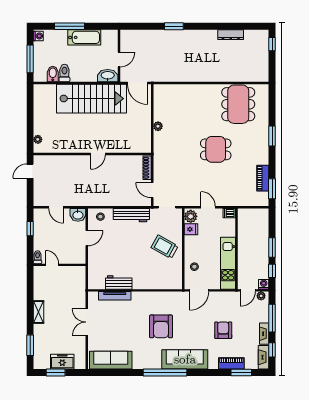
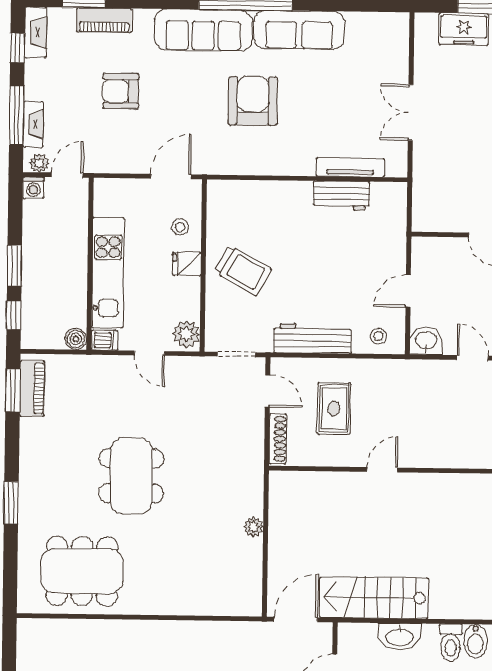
washbasin: (108, 76) -> (399, 636), moved
door: (137, 83) -> (296, 619), hinge flipped
stairs: (92, 99) -> (374, 598), width x0.73, depth x0.66
dining table: (238, 104) -> (82, 571), turned 90
dining table: (216, 149) -> (131, 476), width x1.38
piano: (263, 178) -> (32, 389), moved
rug: (121, 182) -> (334, 408), added
boiler: (243, 213) -> (76, 339), added
fridge: (191, 229) -> (187, 264), moved
kitchen unit: (228, 263) -> (108, 273), moved
window: (272, 271) -> (14, 315), moved
double door: (87, 322) -> (411, 112), swing flipped
armchair: (223, 330) -> (121, 91), turned 90
fireplace: (264, 334) -> (33, 124), moved
sofa: (111, 360) -> (299, 30), moved

